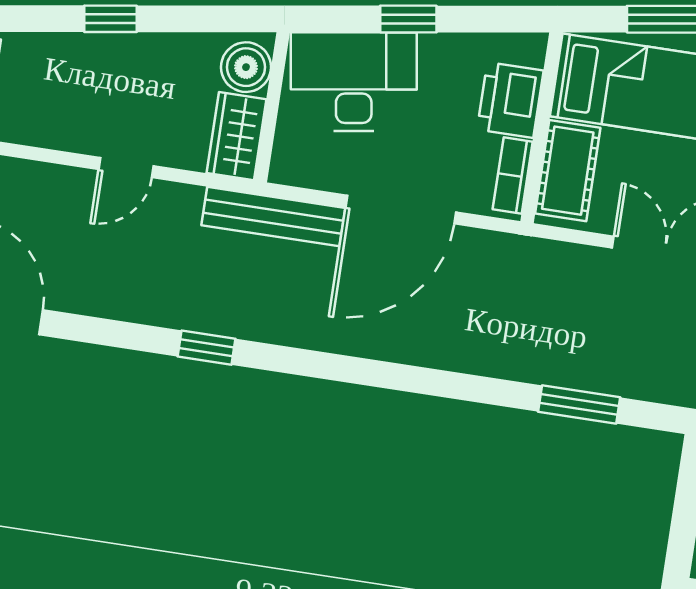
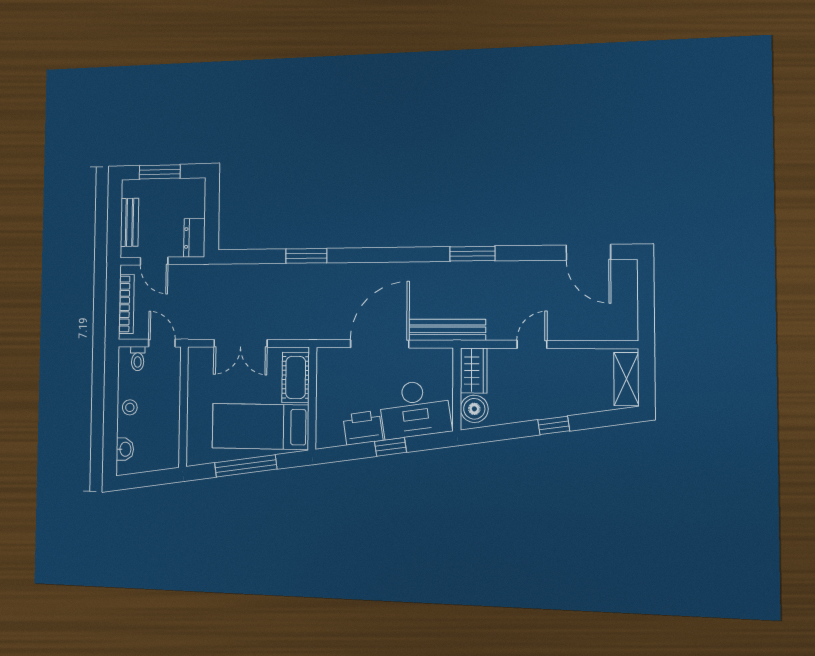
printer: (510, 100) -> (363, 428), moved, turned -99
bookcase: (513, 175) -> (324, 371), removed
window: (207, 348) -> (473, 254), width x1.50
window: (579, 405) -> (306, 256), moved

